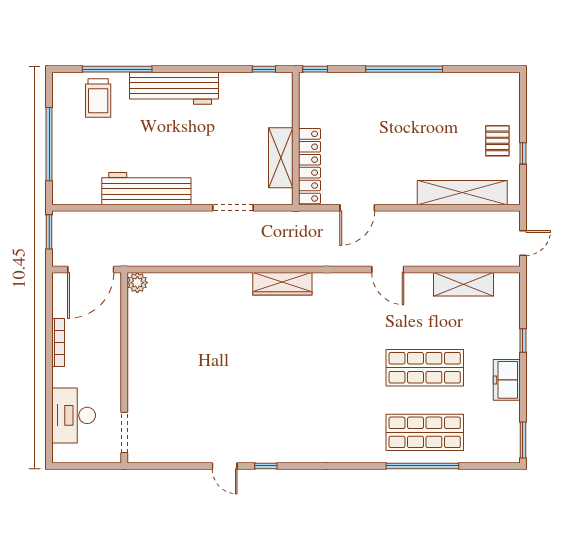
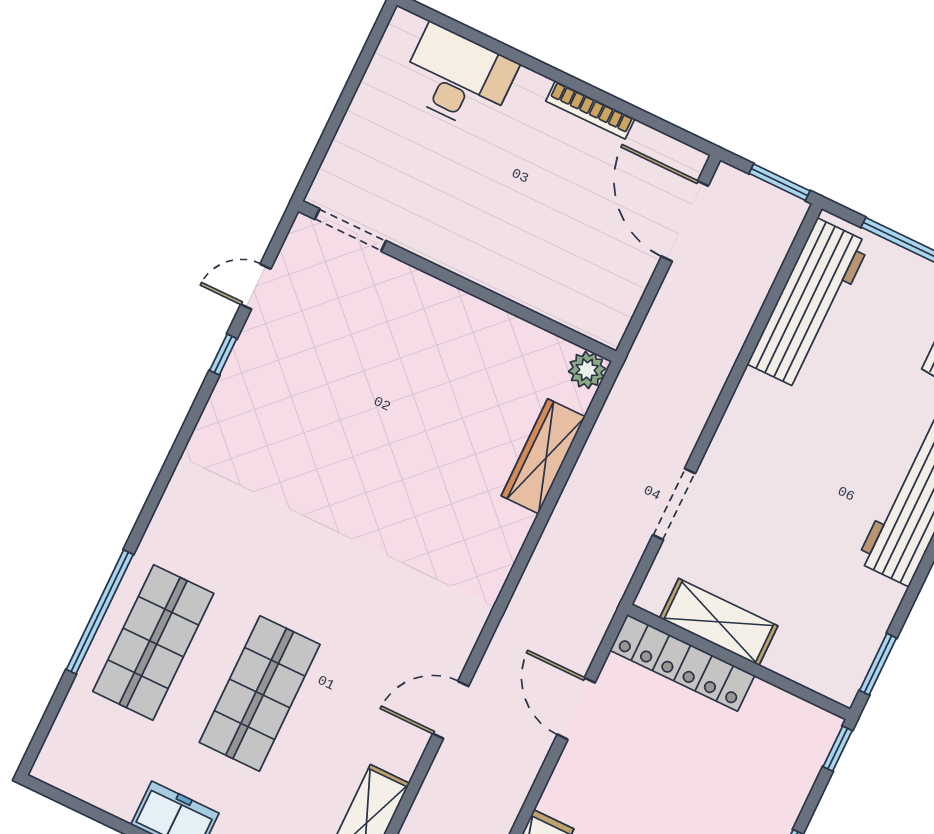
window: (264, 69) -> (878, 664), width x1.50
workbench: (146, 189) -> (809, 304), moved
plant: (137, 283) -> (587, 370), moved
wardrobe: (282, 284) -> (543, 456), moved
wall: (124, 368) -> (457, 281), moved
doorway: (124, 433) -> (350, 230), moved
window: (523, 440) -> (63, 798), removed

